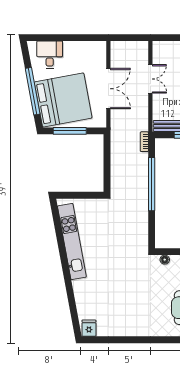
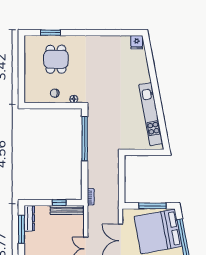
window: (152, 184) -> (85, 139), moved

